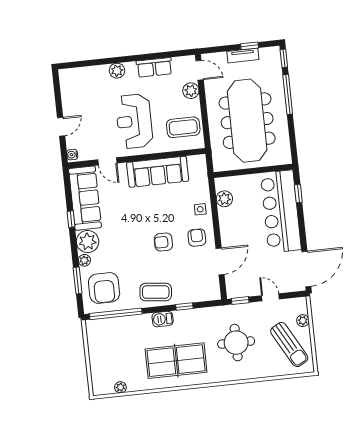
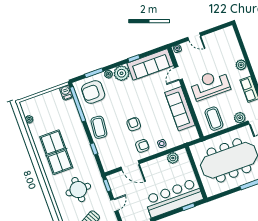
barbecue: (163, 319) -> (66, 93), moved

